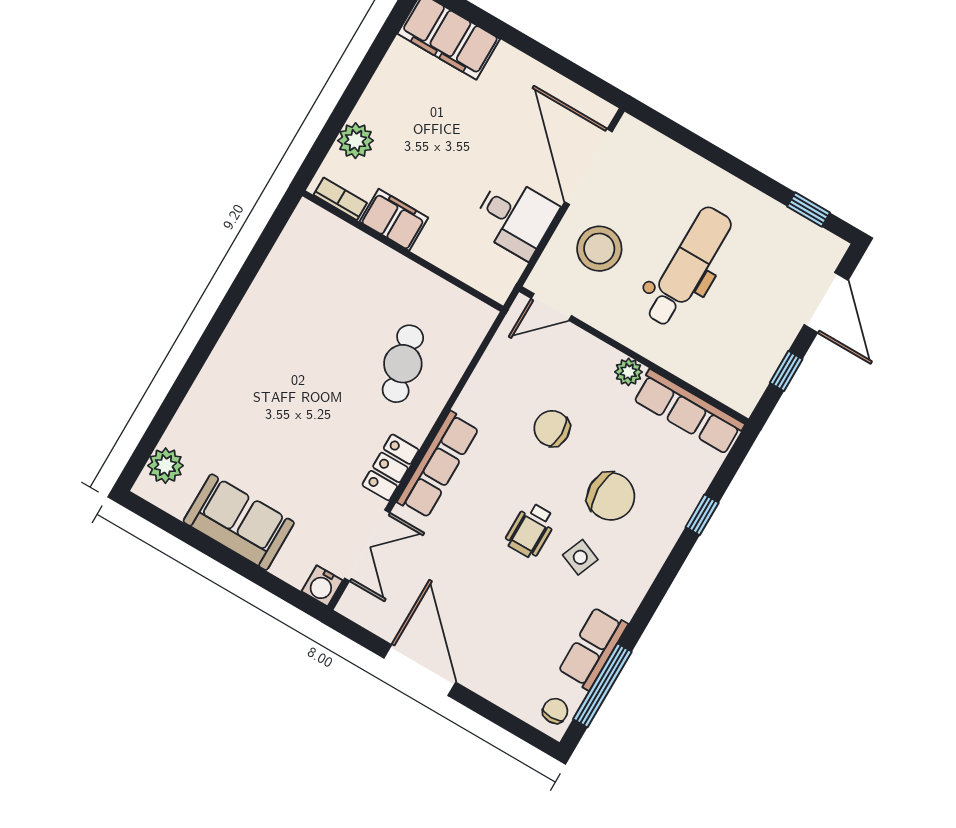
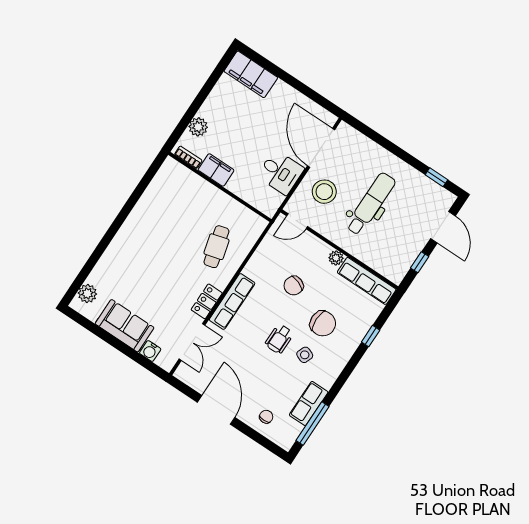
chair: (552, 428) -> (294, 286), turned -70
water cooler: (322, 586) -> (150, 351), moved
chair: (555, 711) -> (266, 417), moved

